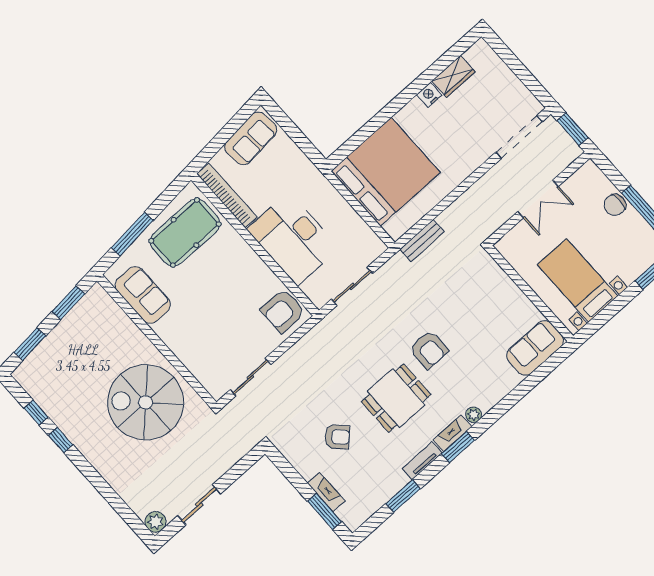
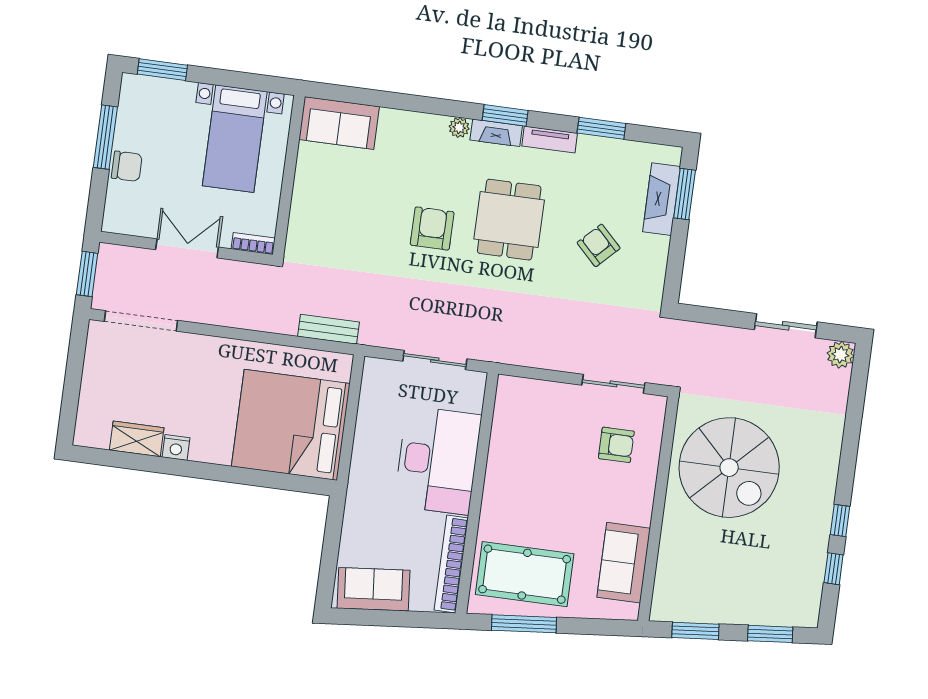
window: (132, 234) -> (524, 624), moved
bookcase: (508, 239) -> (253, 244), added
armchair: (283, 311) -> (616, 445), moved, width x0.72, depth x0.72
dining table: (396, 398) -> (509, 220), turned 90
fireplace: (326, 492) -> (661, 199), width x1.37, depth x1.32

